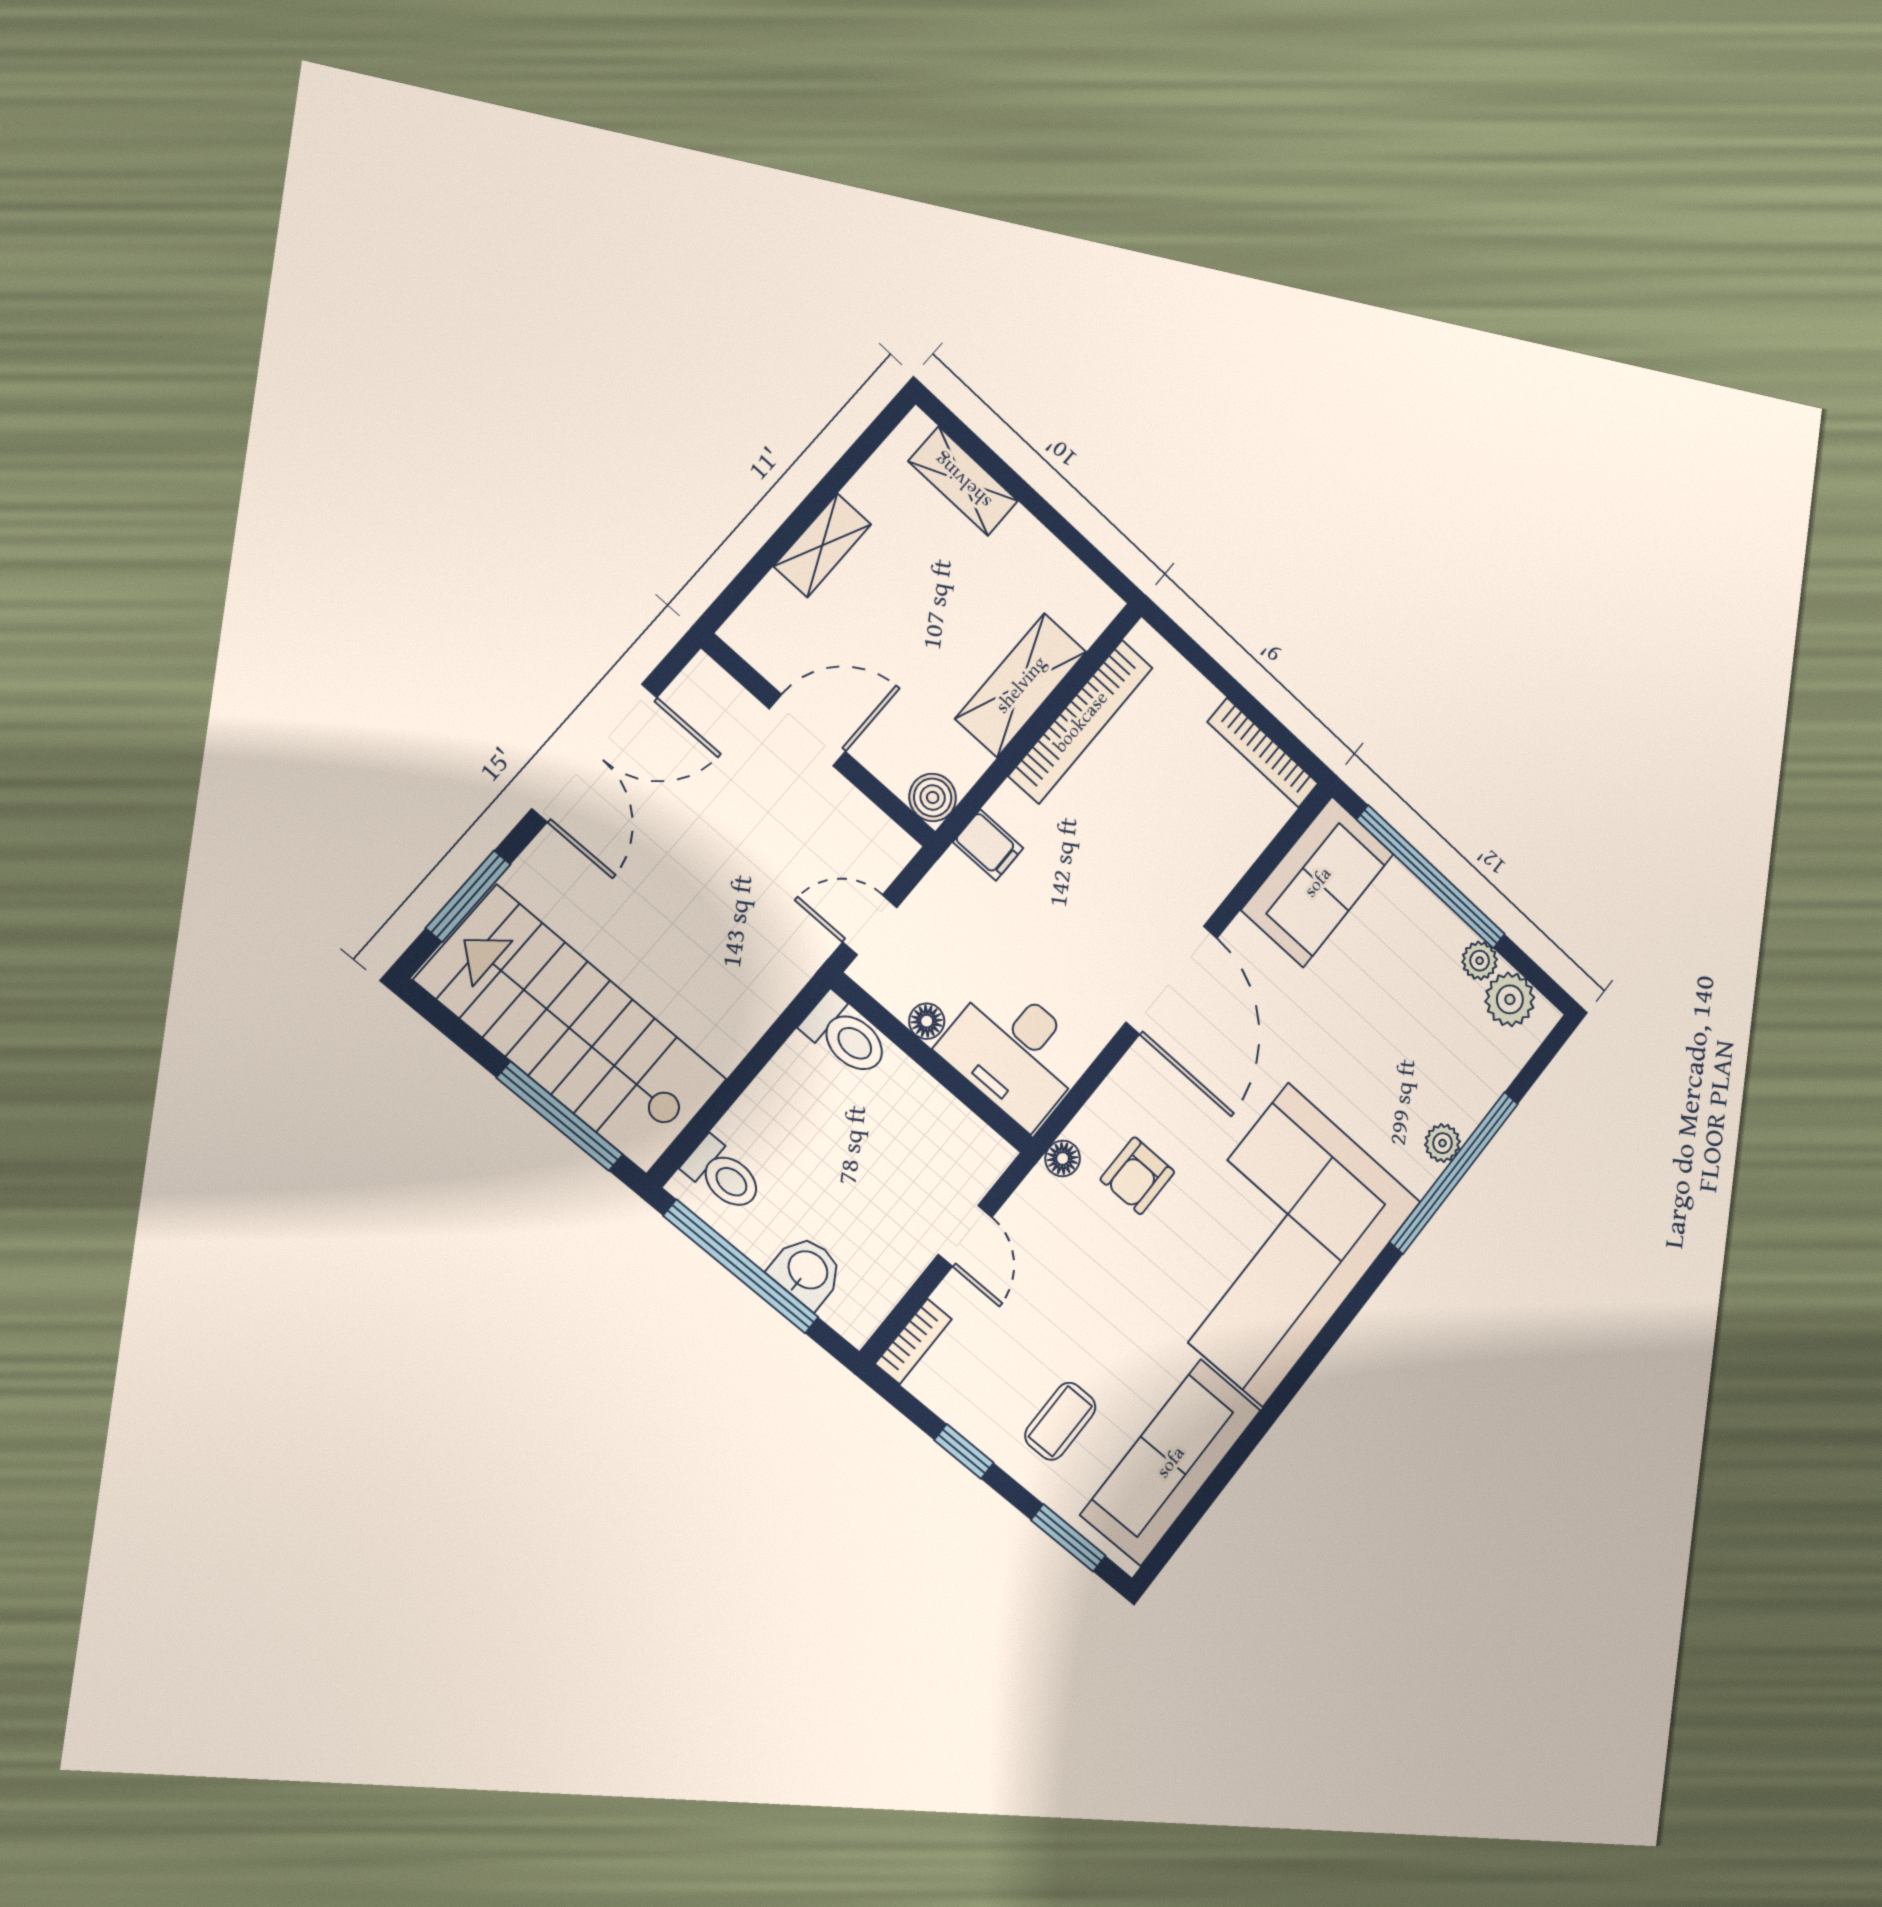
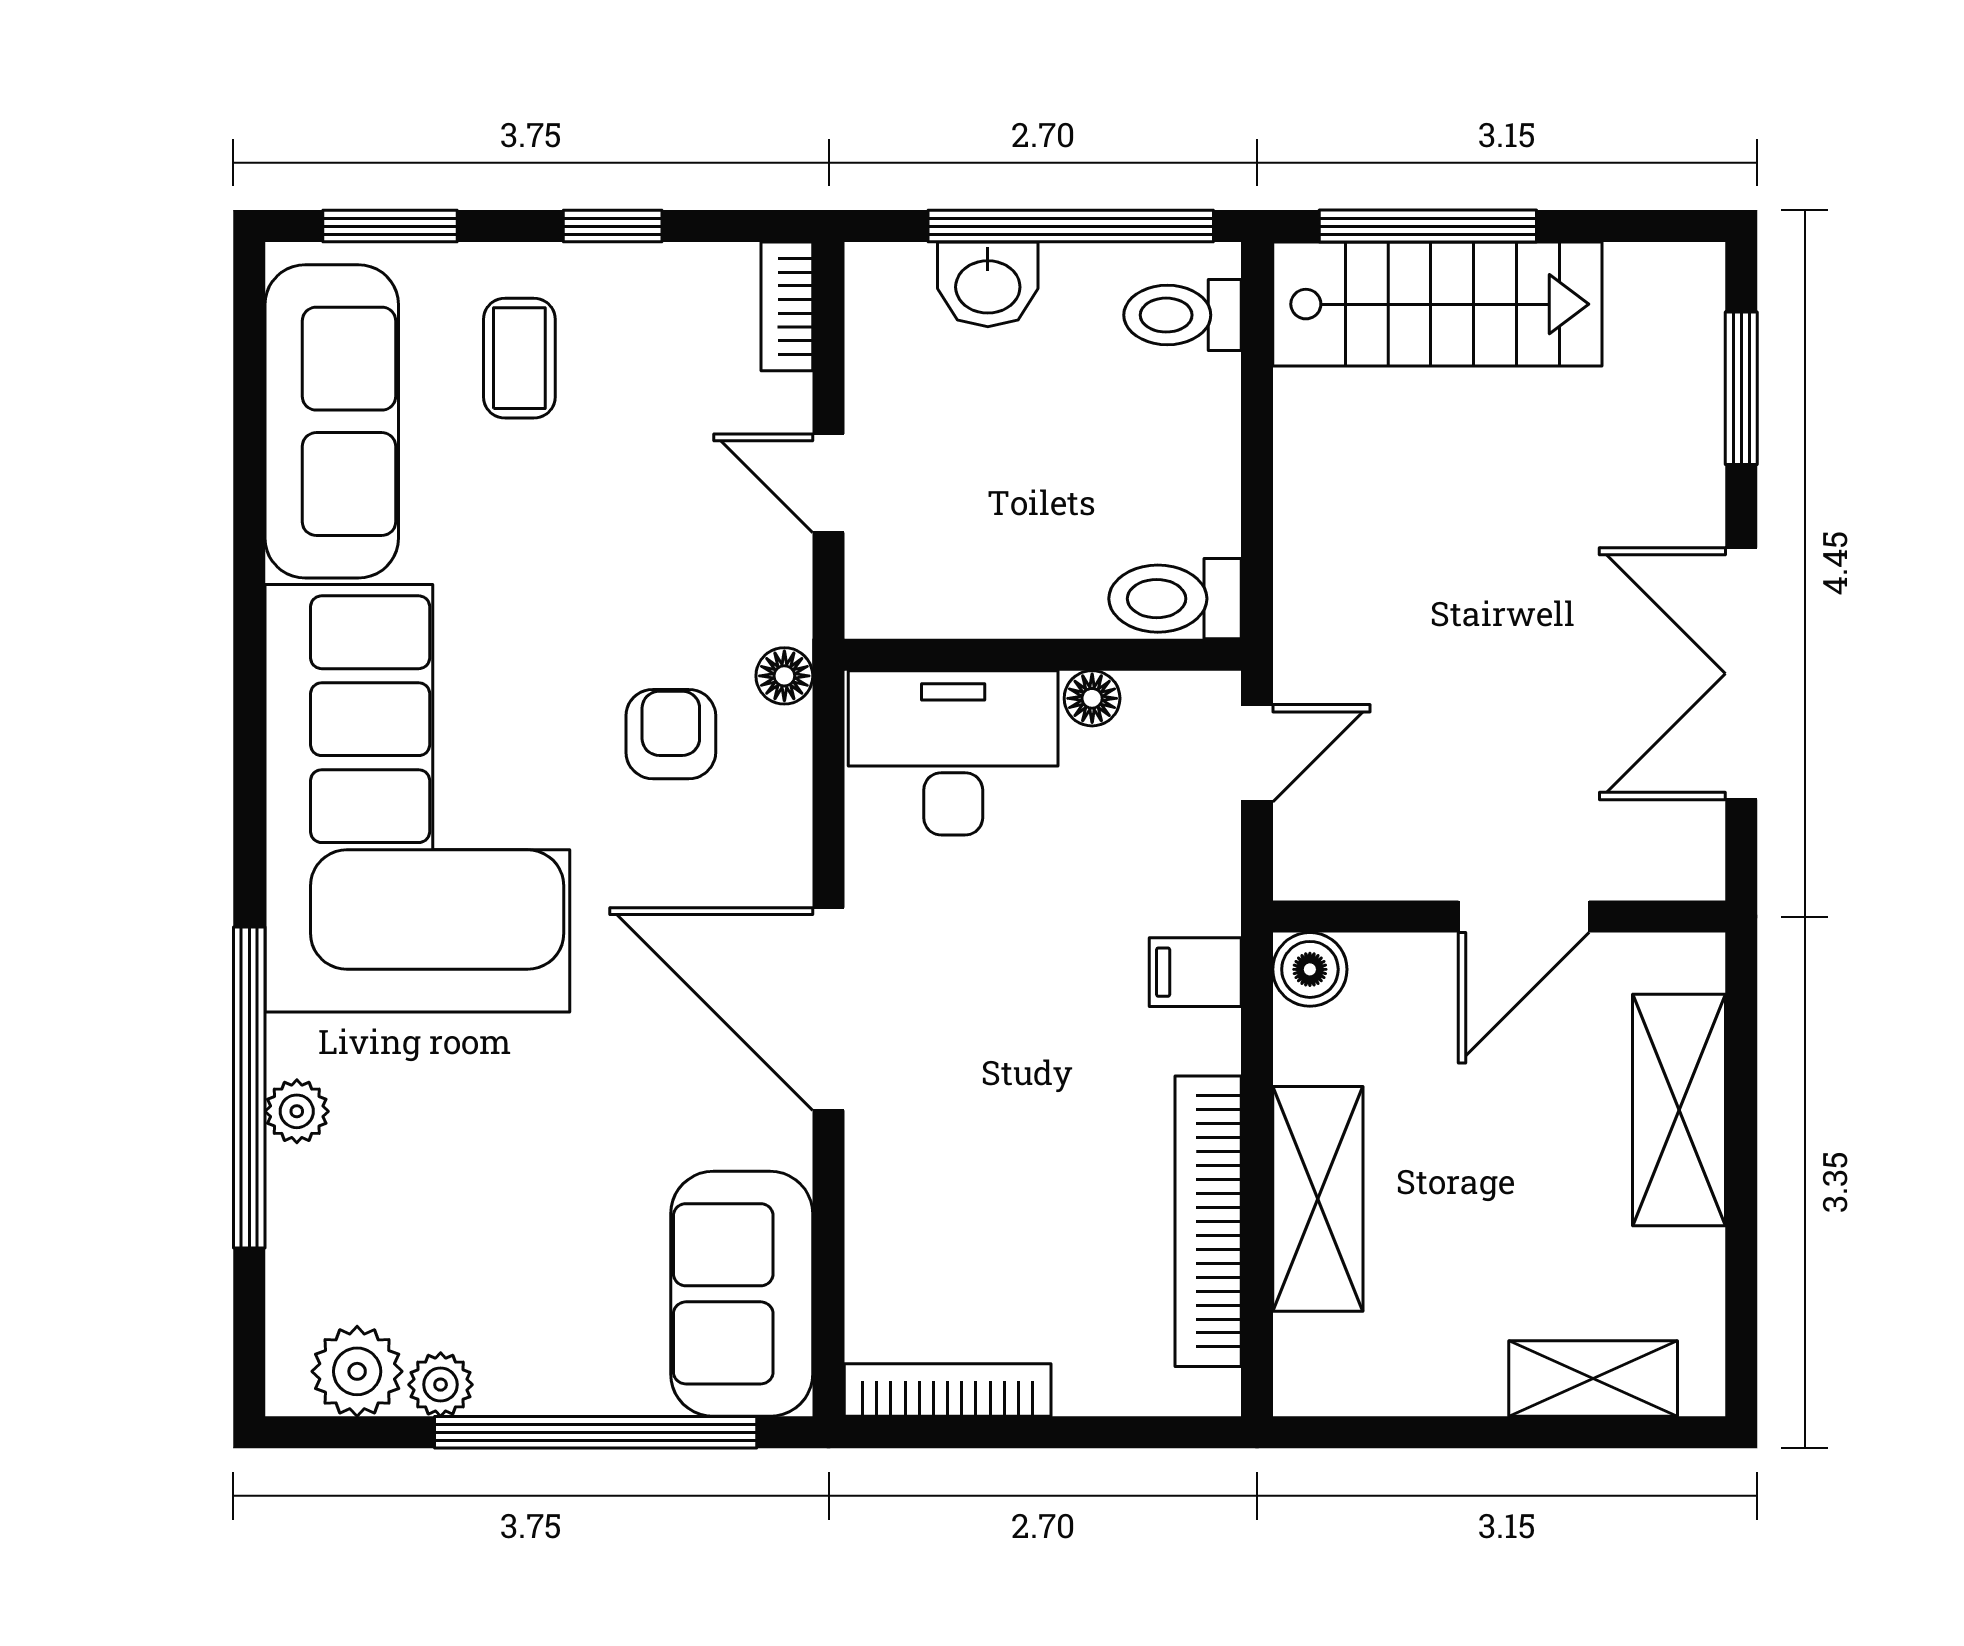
shelving: (822, 545) -> (1679, 1110), width x1.50, depth x1.33
stairs: (572, 1030) -> (1437, 304), width x0.73, depth x0.66

